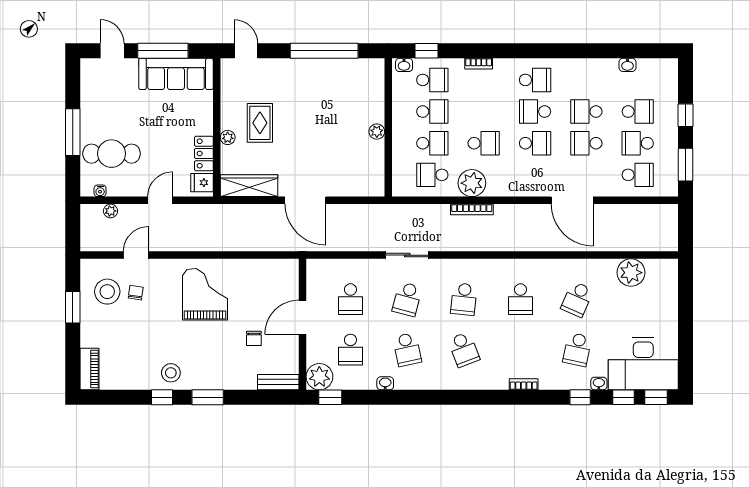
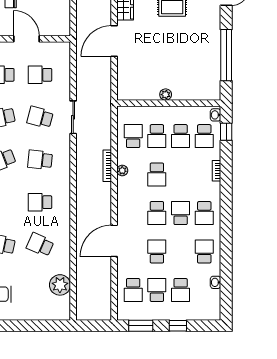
school desk: (586, 112) -> (204, 252), moved
plant: (472, 183) -> (122, 171), width x0.53, depth x0.53

